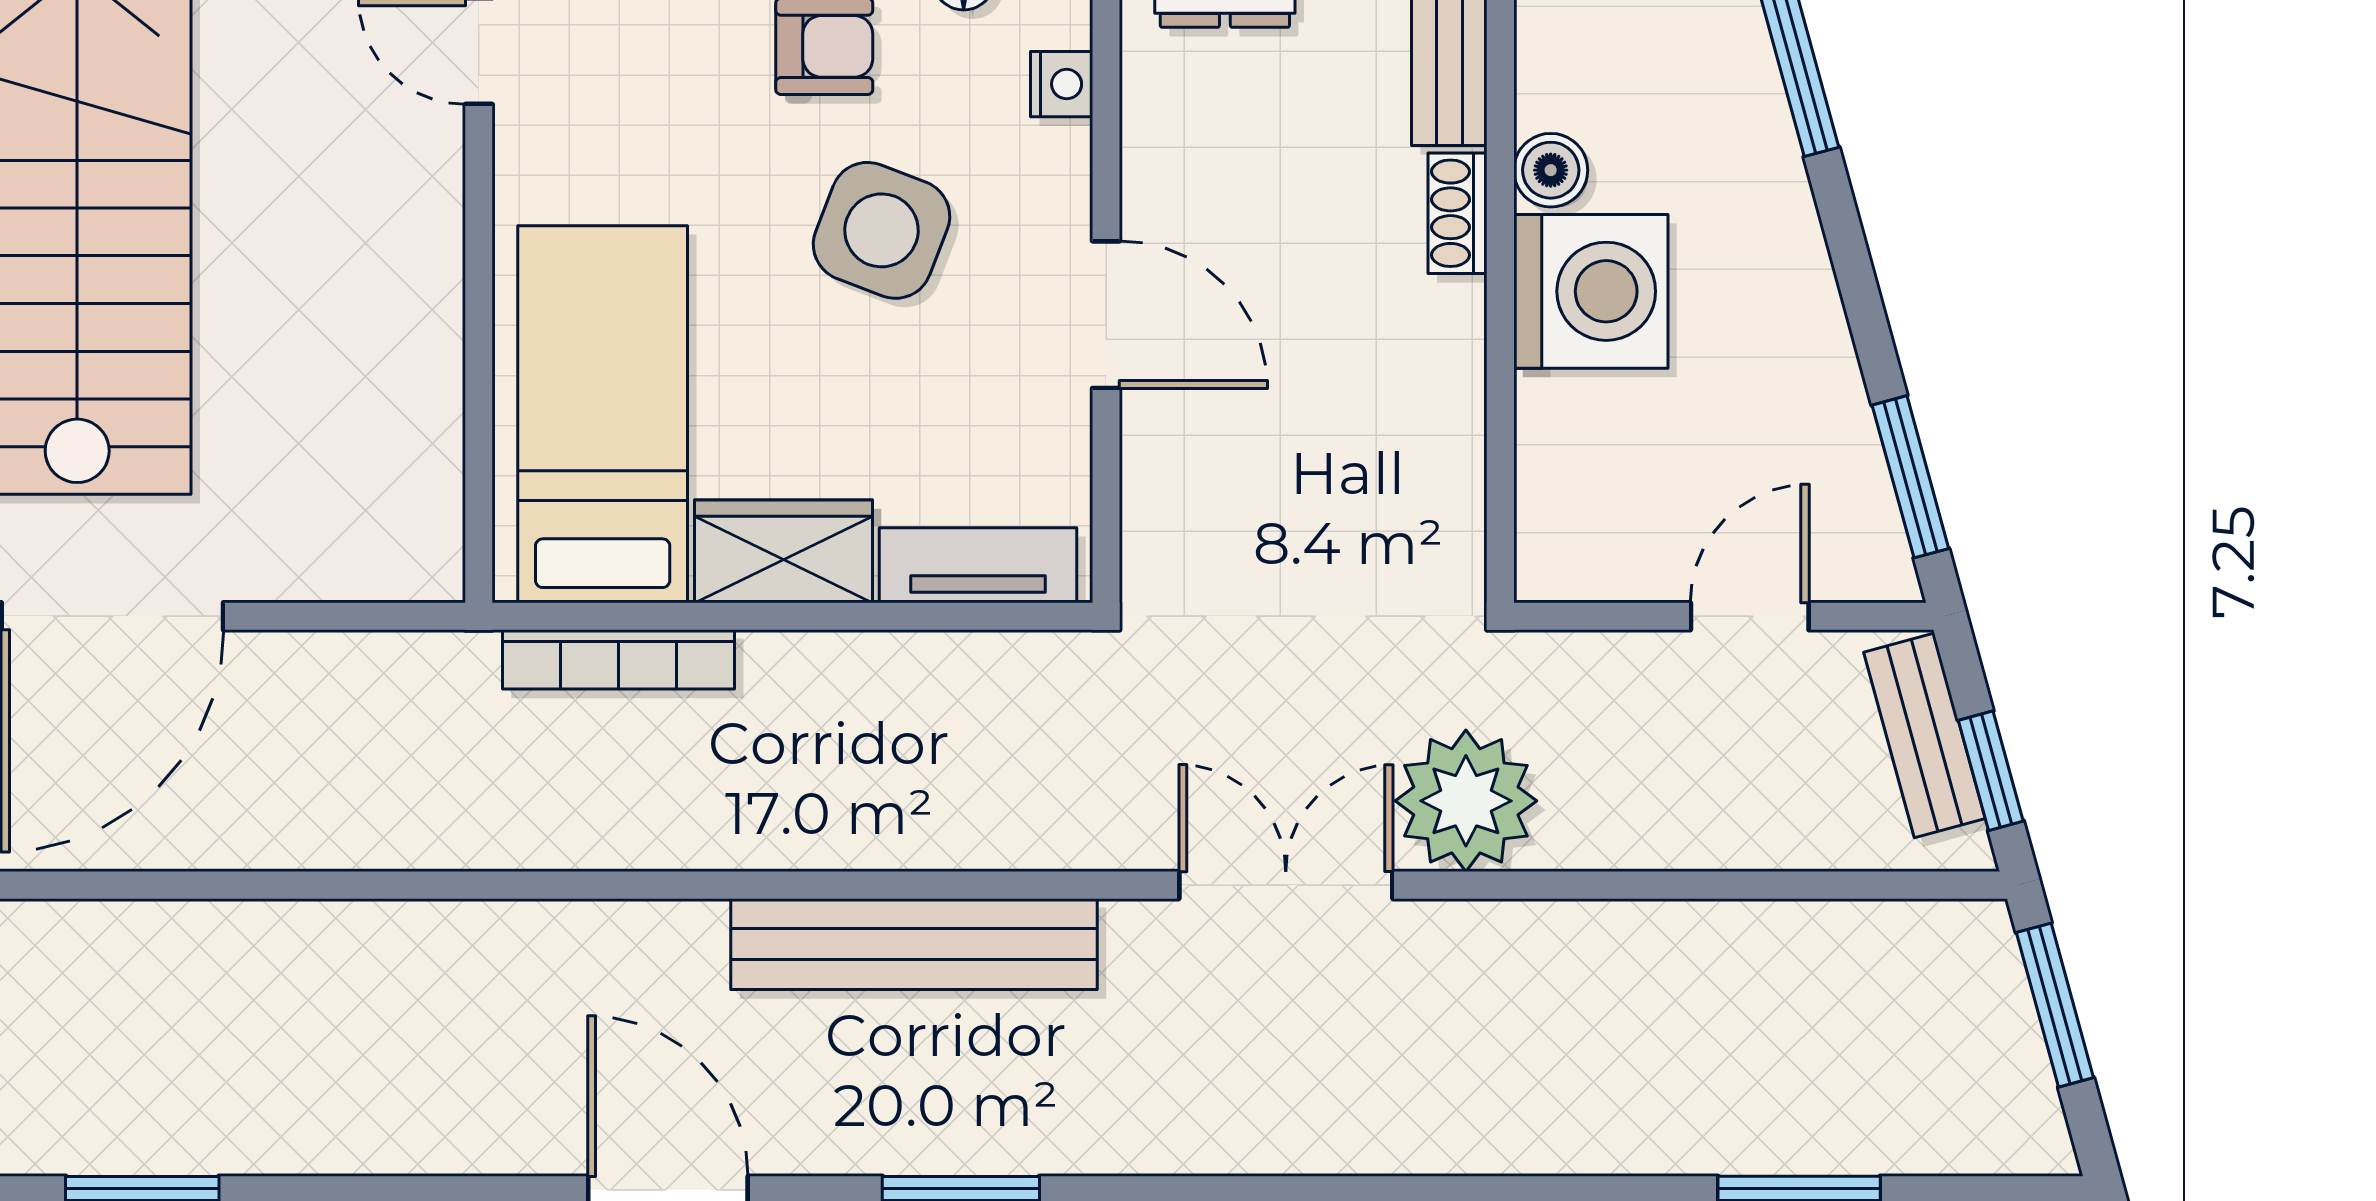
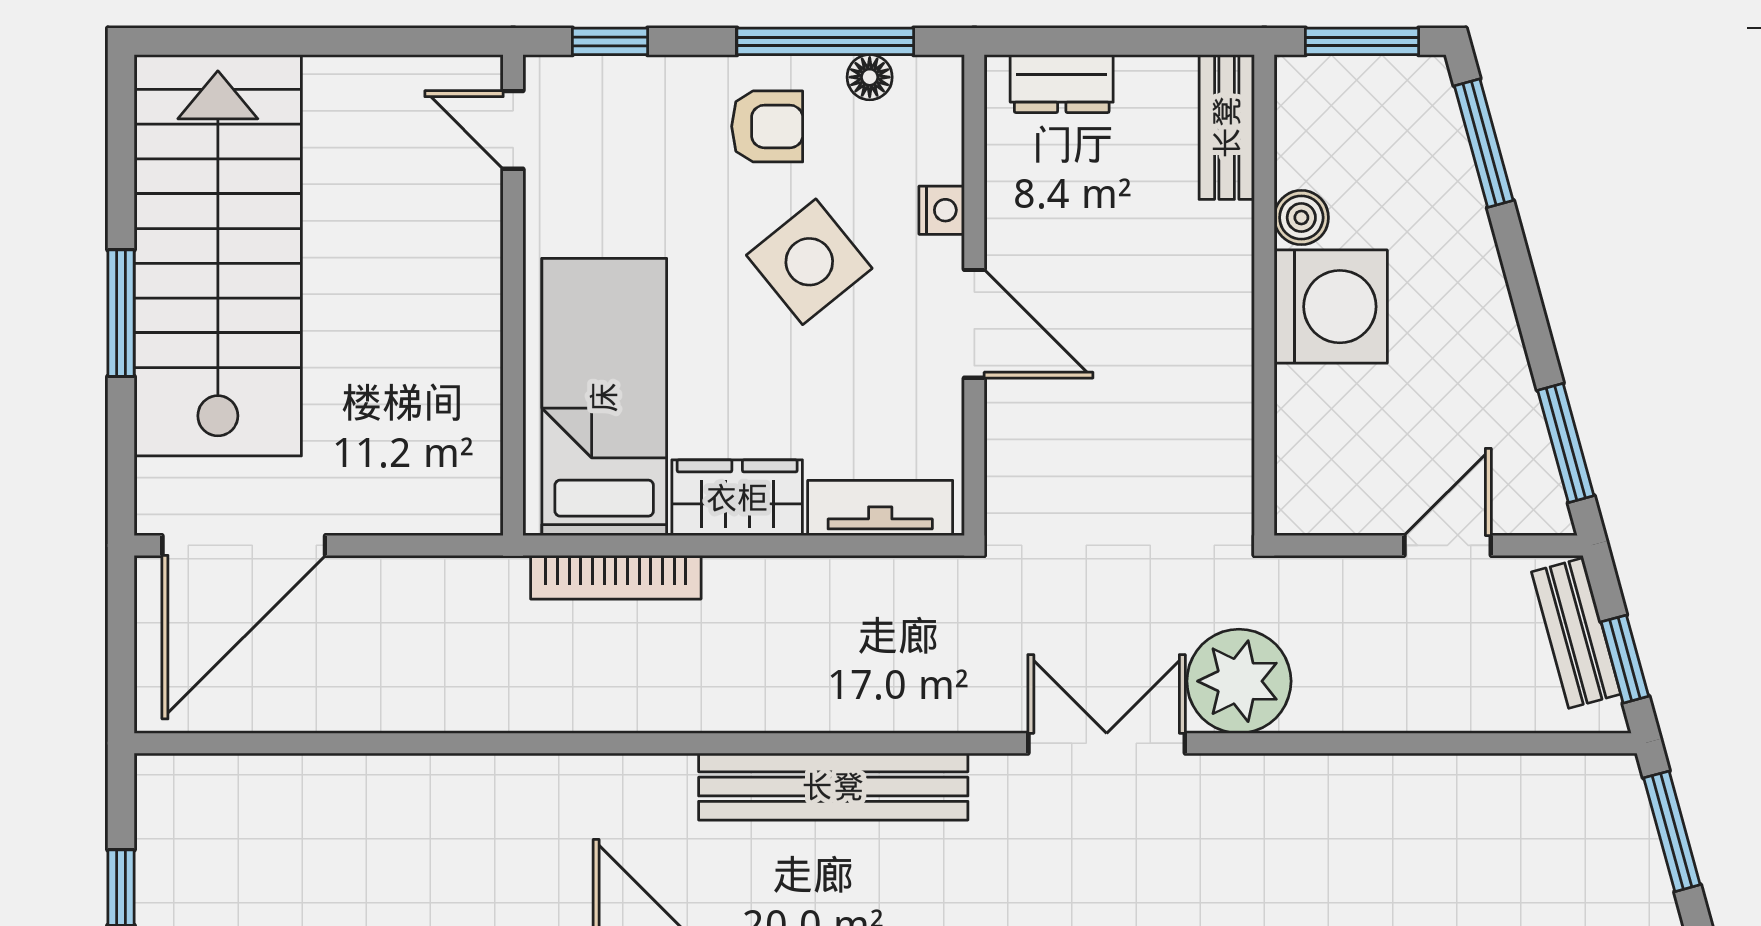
nightstand: (1062, 84) -> (942, 210), moved
shoe rack: (1458, 213) -> (1233, 249), removed
side table: (881, 230) -> (809, 262), turned 30

